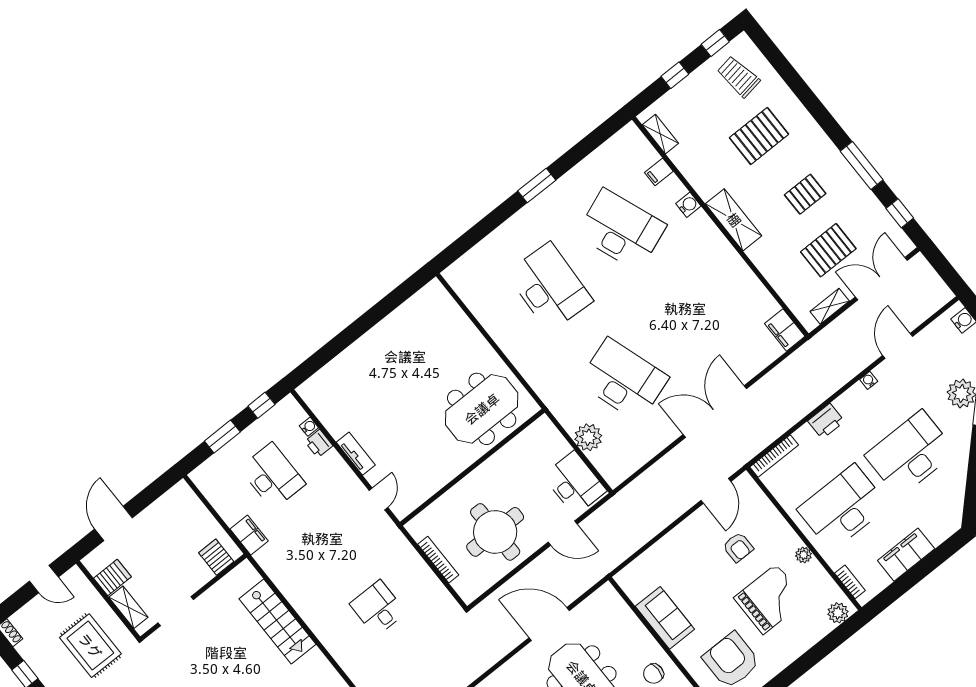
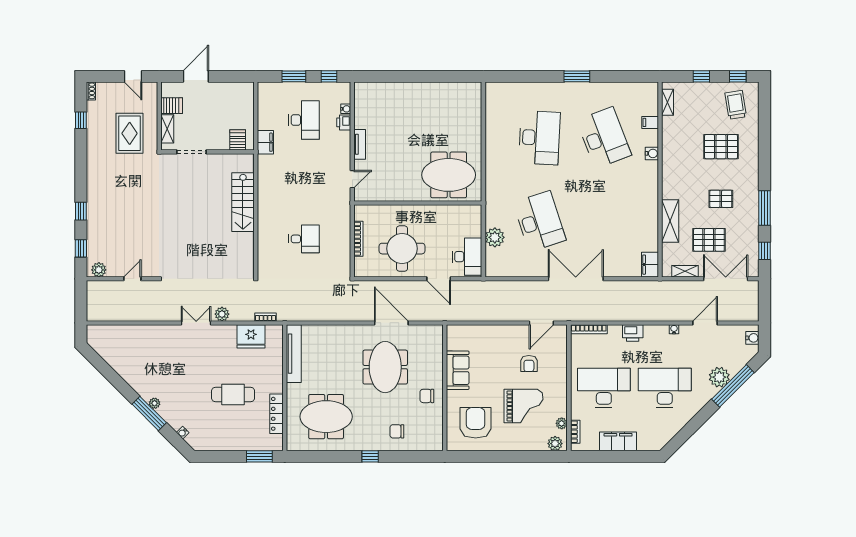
shelving: (734, 220) -> (670, 221), moved
plant: (804, 555) -> (562, 423), moved
desk: (378, 608) -> (304, 239), turned 90

